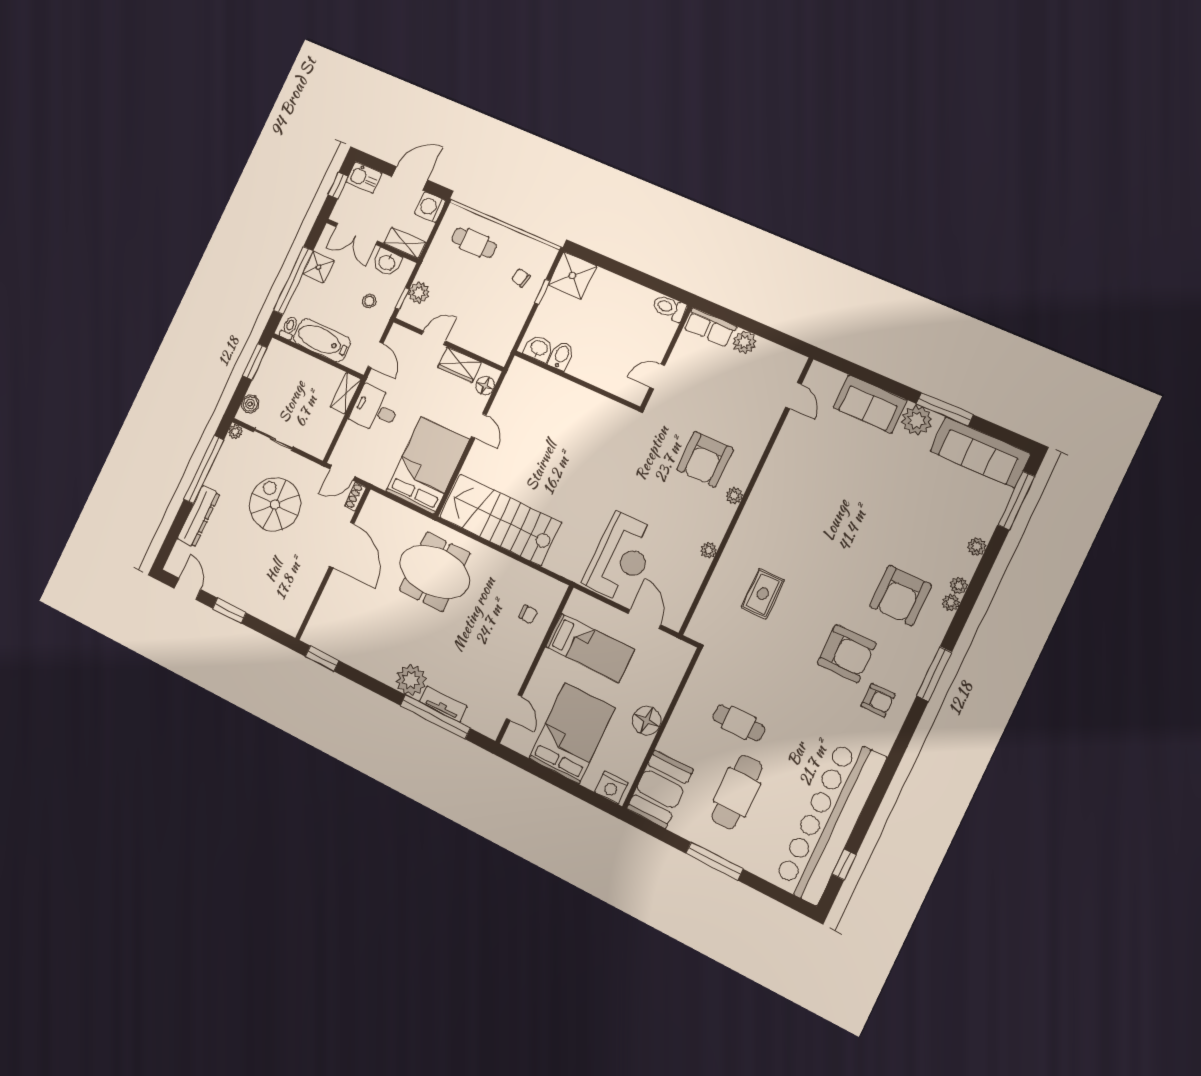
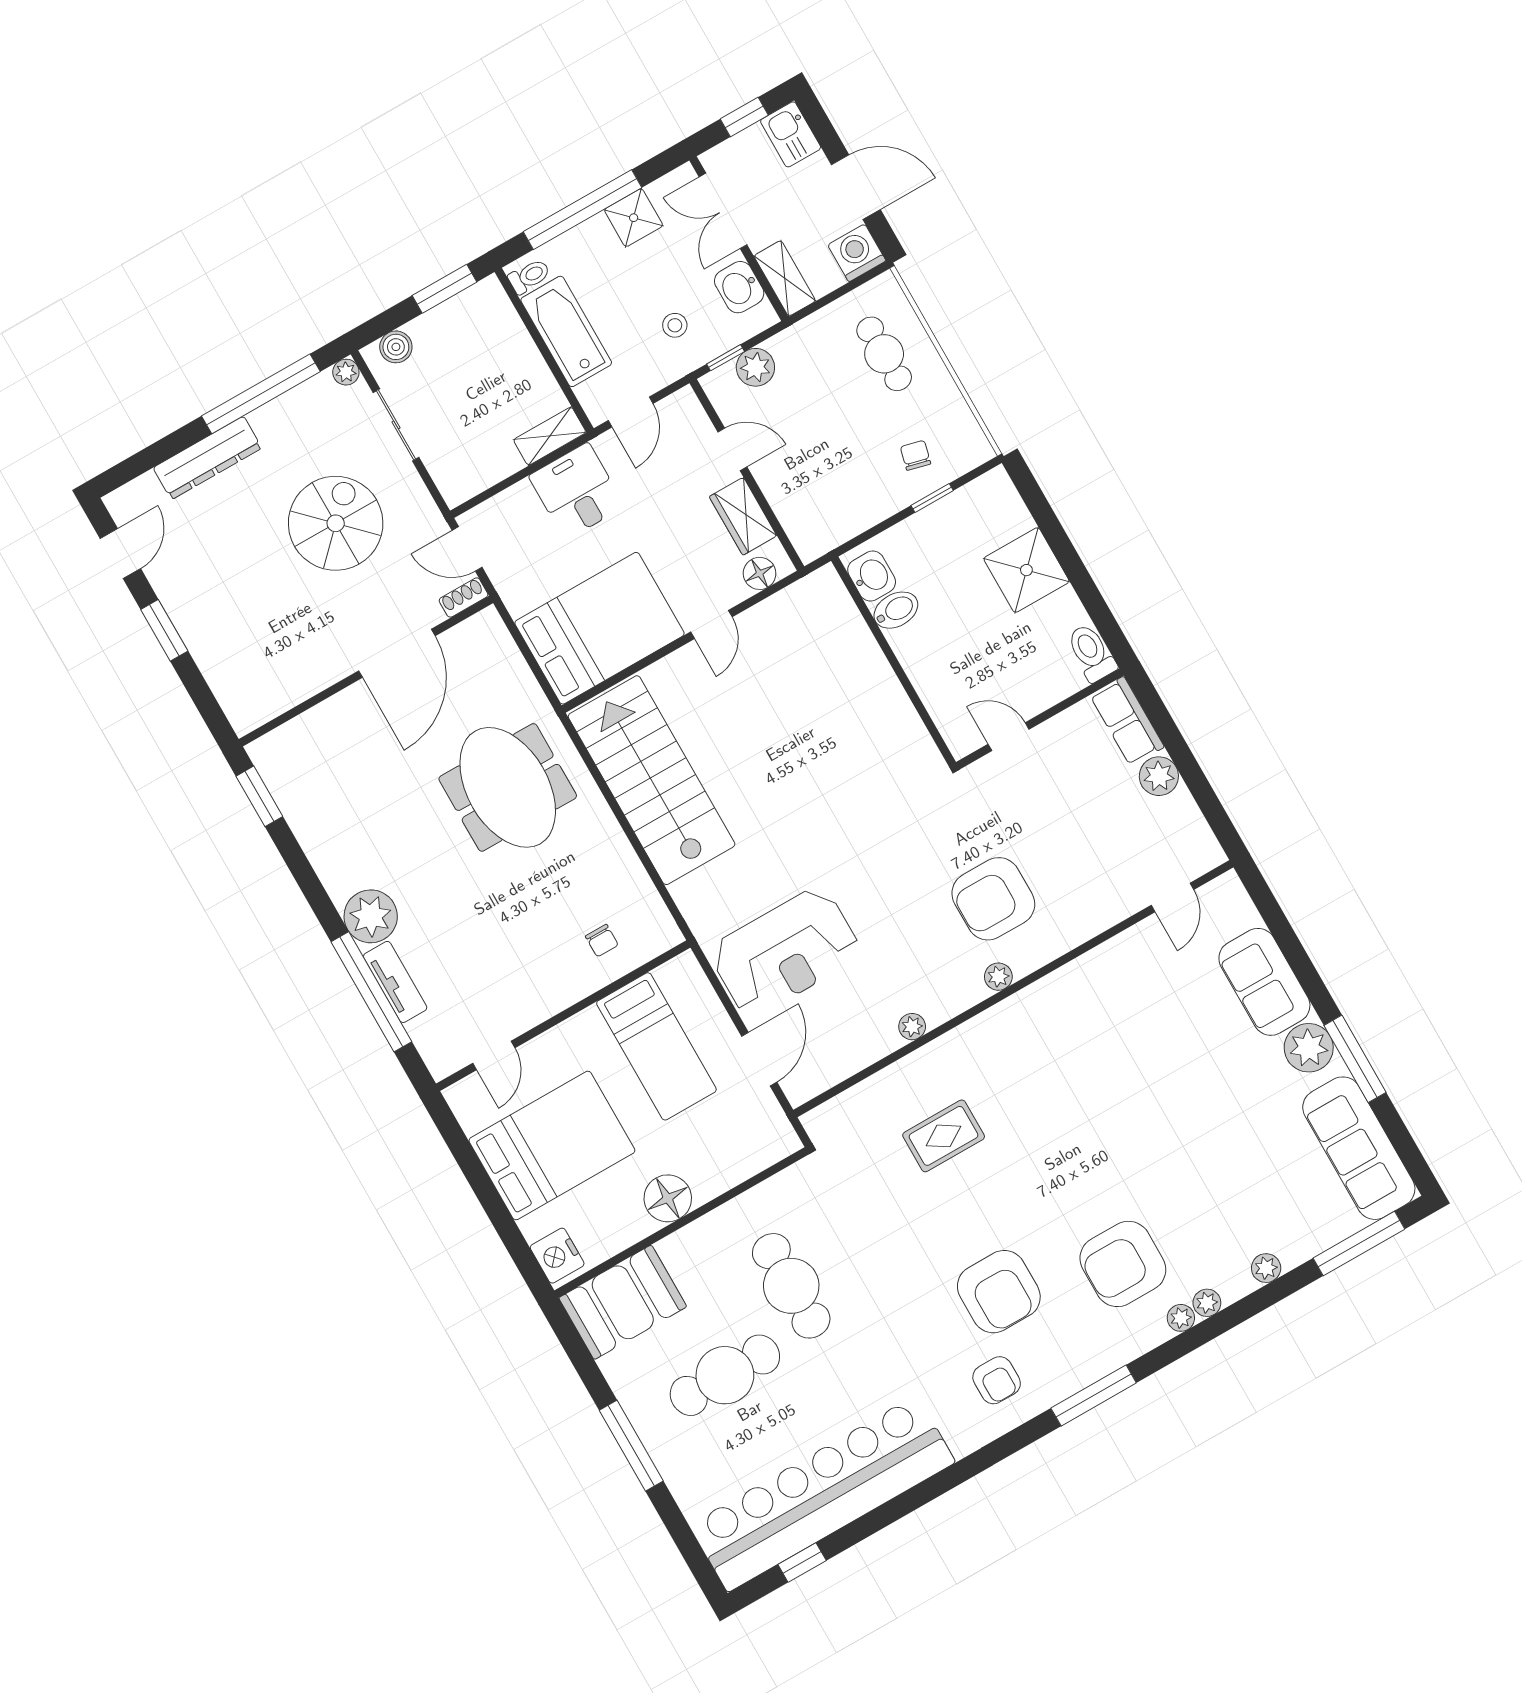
shower: (572, 275) -> (1026, 570), moved
cafe table: (739, 723) -> (791, 1286), width x1.37, depth x1.35

